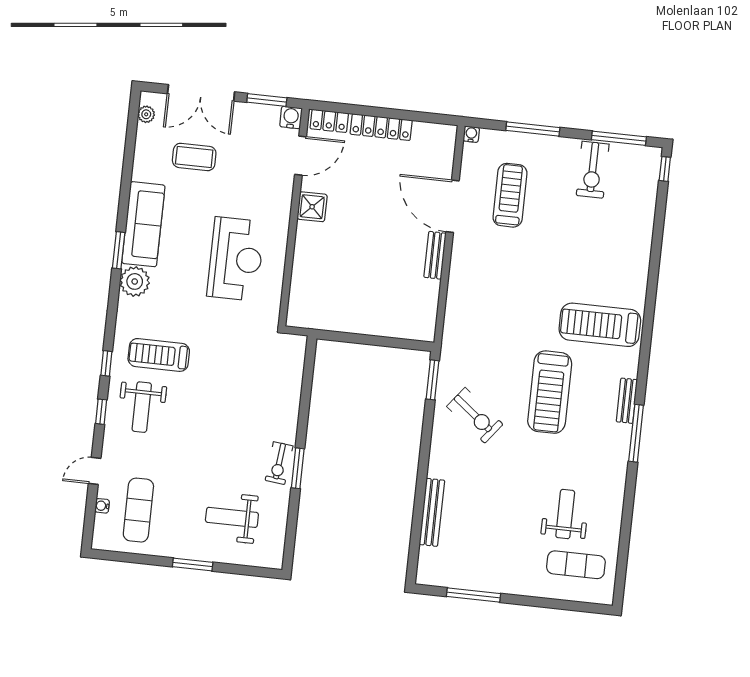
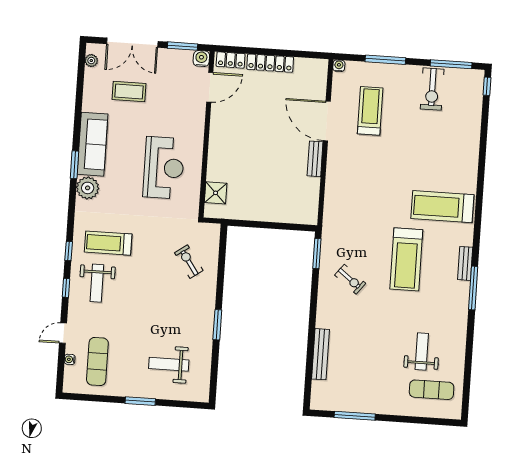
shower: (312, 207) -> (216, 193), moved
exercise bike: (475, 415) -> (350, 279), width x0.73, depth x0.72
exercise bike: (279, 463) -> (189, 262), moved, turned 139

